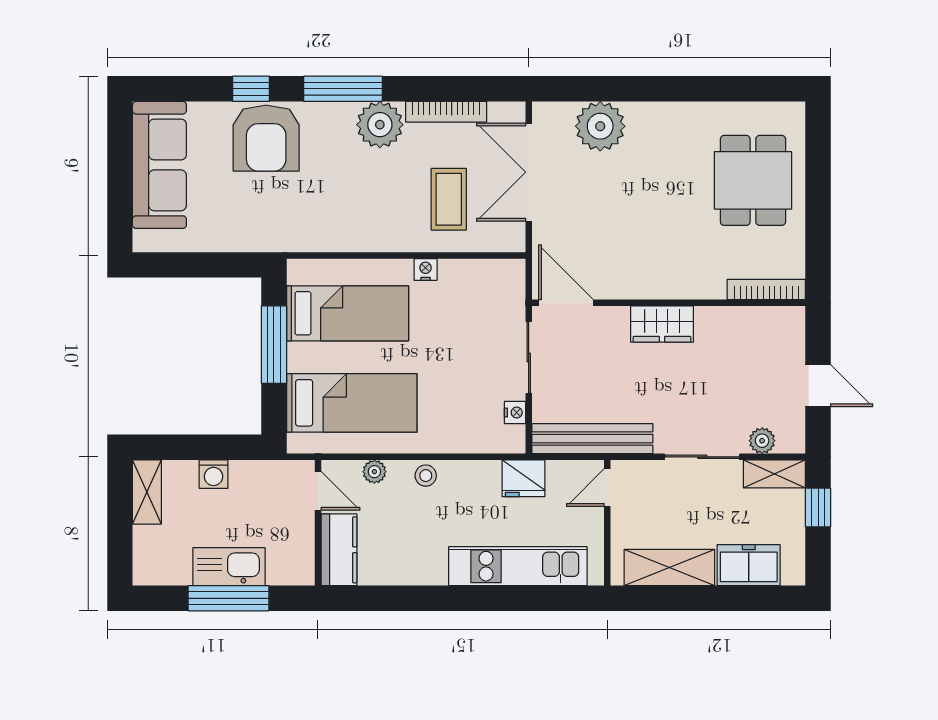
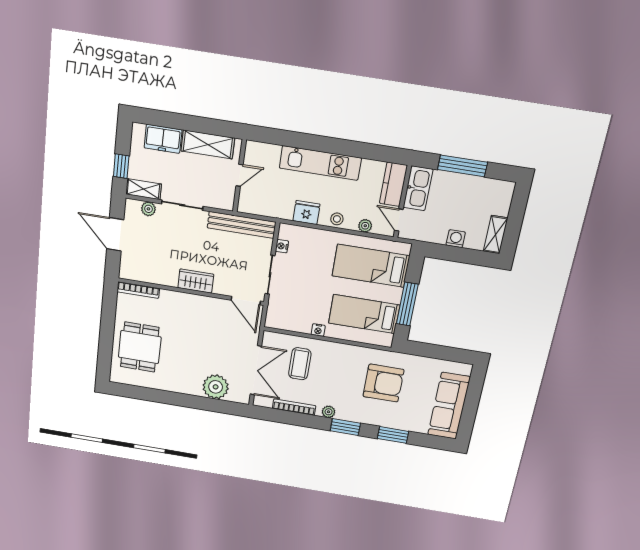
window: (251, 89) -> (393, 435), width x1.50
window: (343, 89) -> (345, 427), width x0.69
plant: (380, 125) -> (329, 412), width x0.53, depth x0.53
armchair: (266, 138) -> (383, 383), moved, turned 90
door: (818, 386) -> (115, 234), width x1.38
fridge: (523, 478) -> (306, 213), moved
door: (607, 488) -> (240, 175), moved
kitchen unit: (518, 566) -> (320, 163), moved
kitchen sink: (229, 567) -> (418, 188), moved, turned -90

